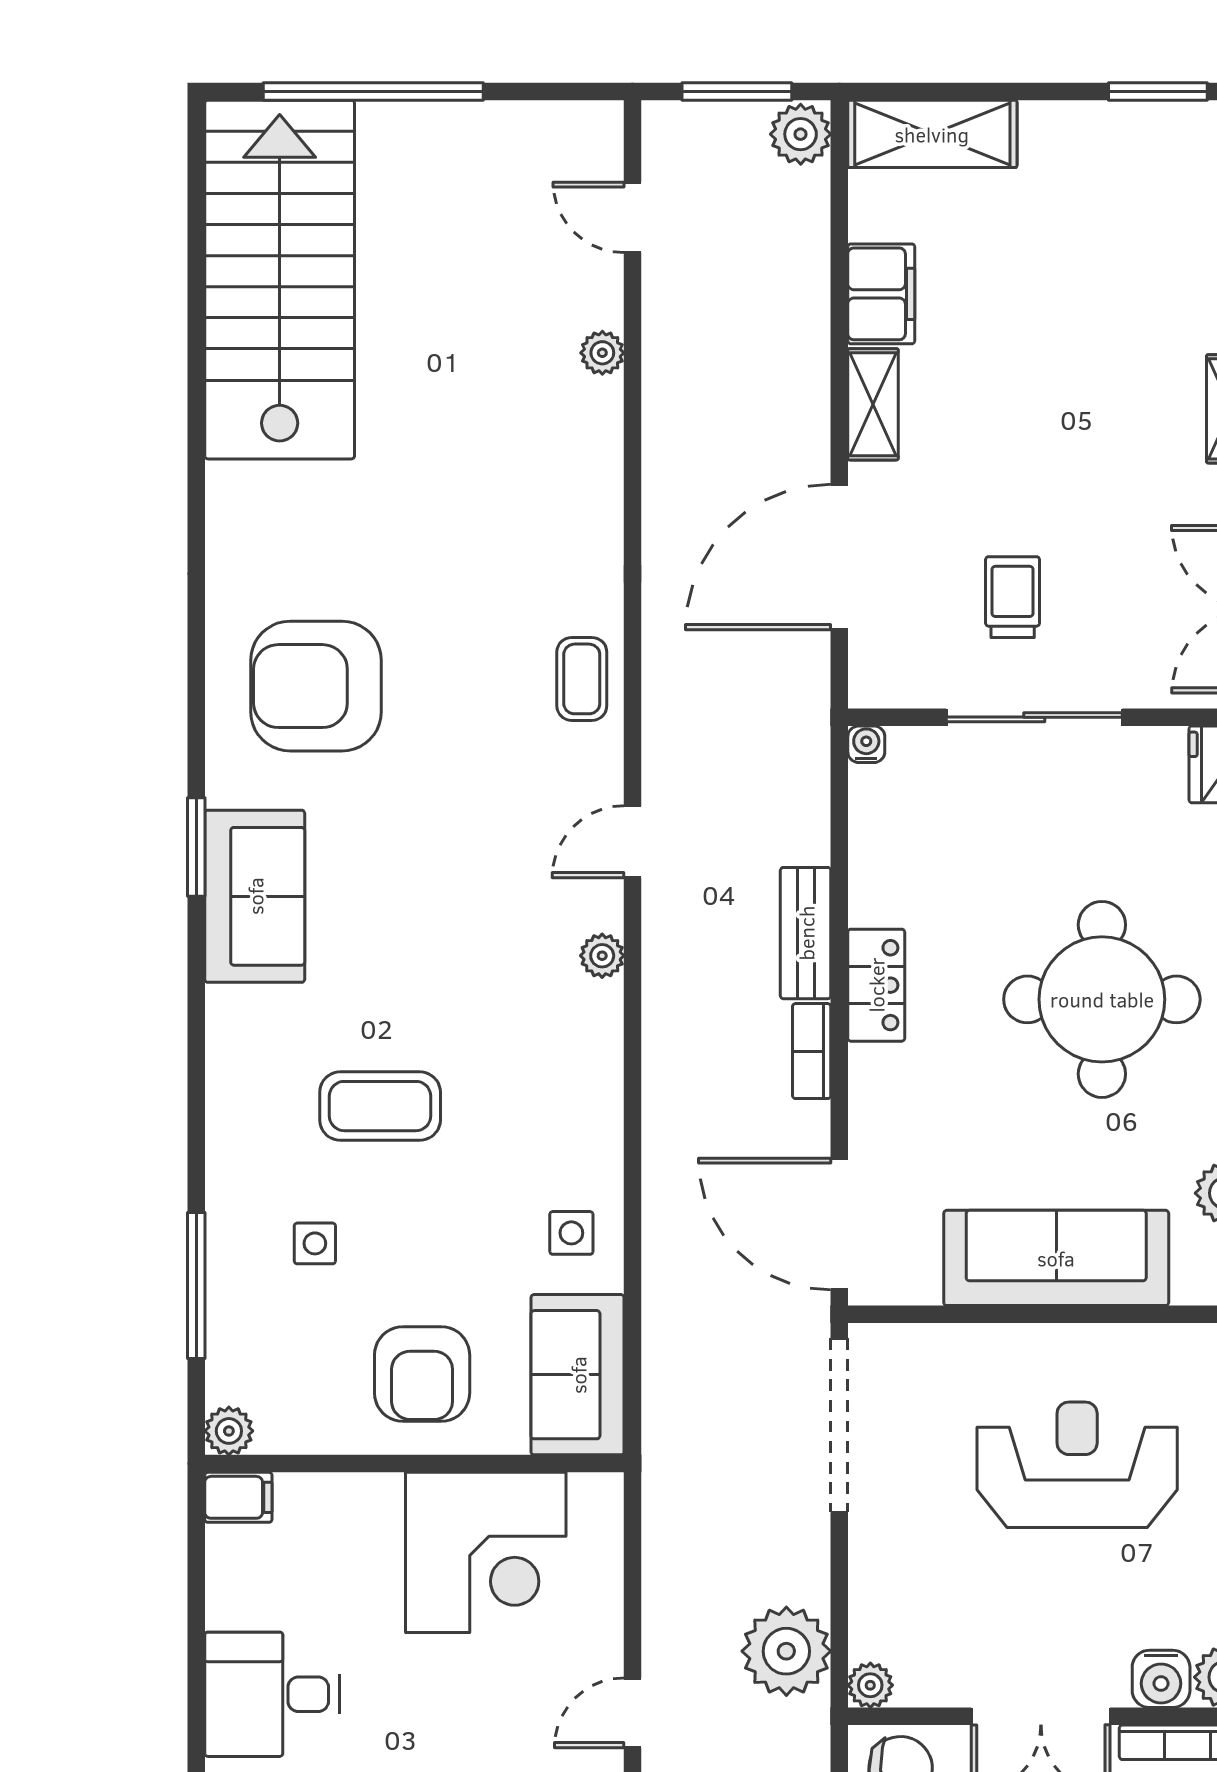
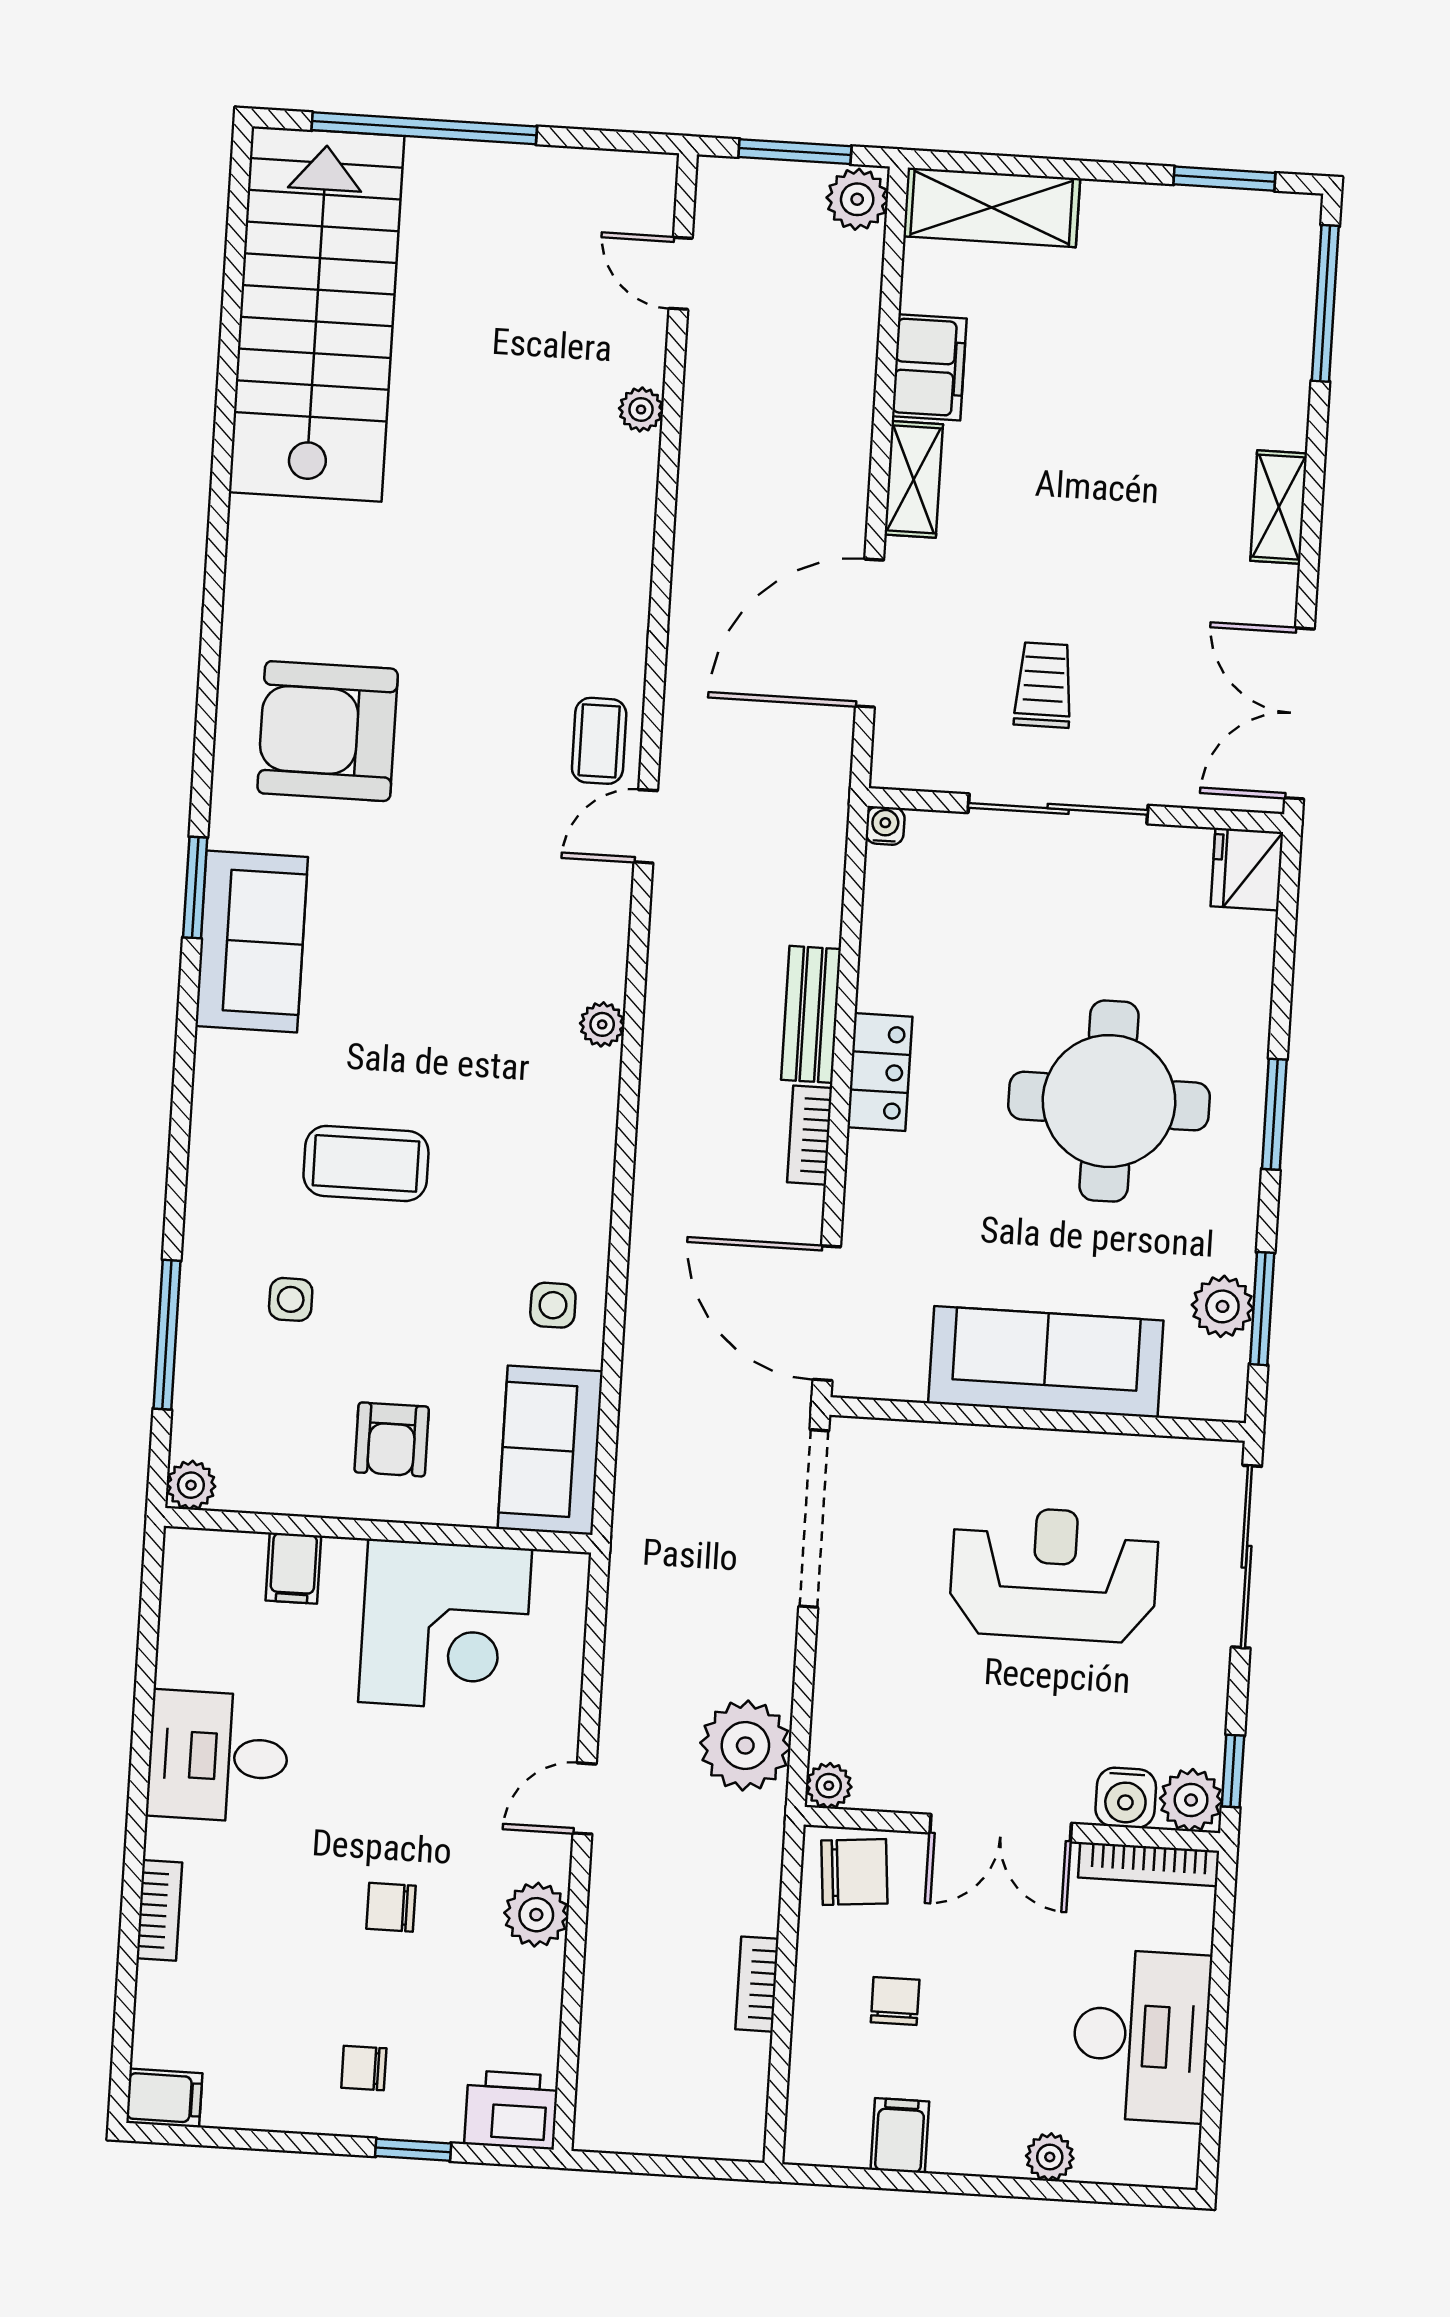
door: (633, 842) -> (646, 826), moved
armchair: (422, 1374) -> (392, 1439), width x0.72, depth x0.72
filing cabinet: (238, 1497) -> (293, 1568), moved, turned 90

